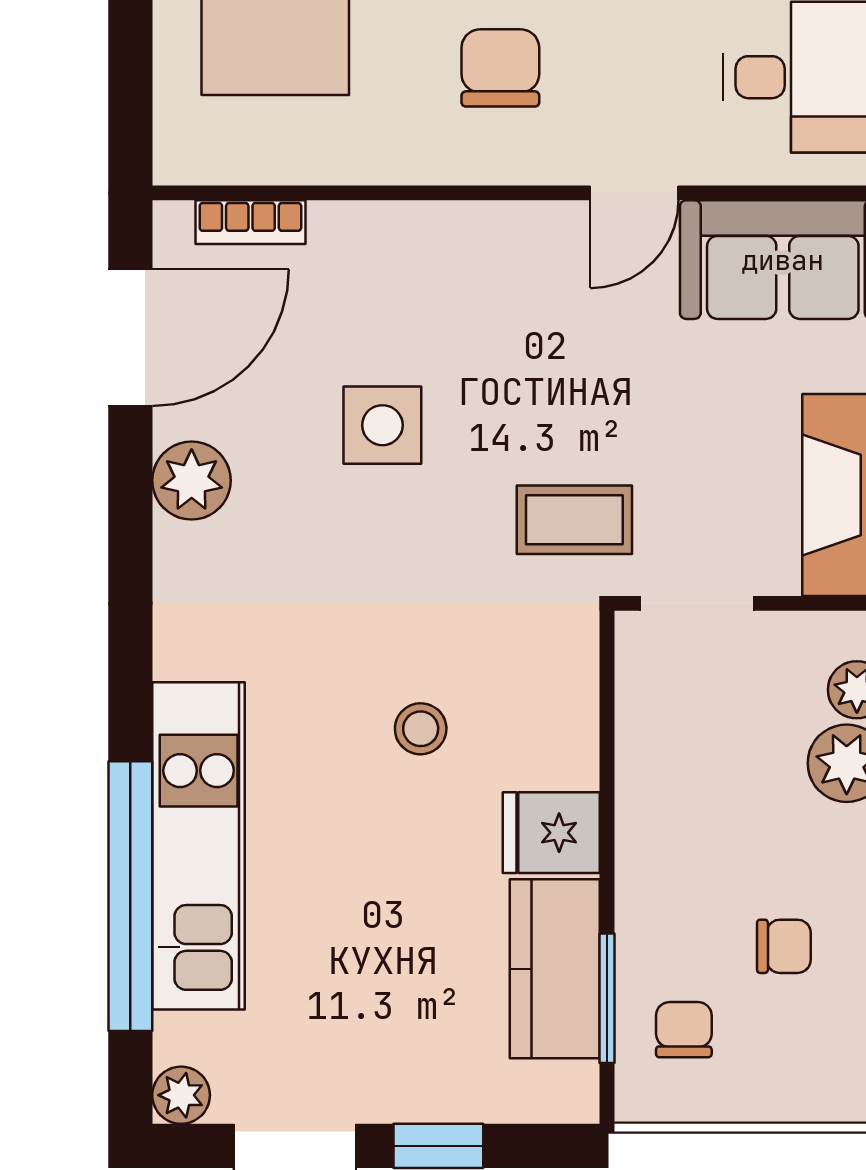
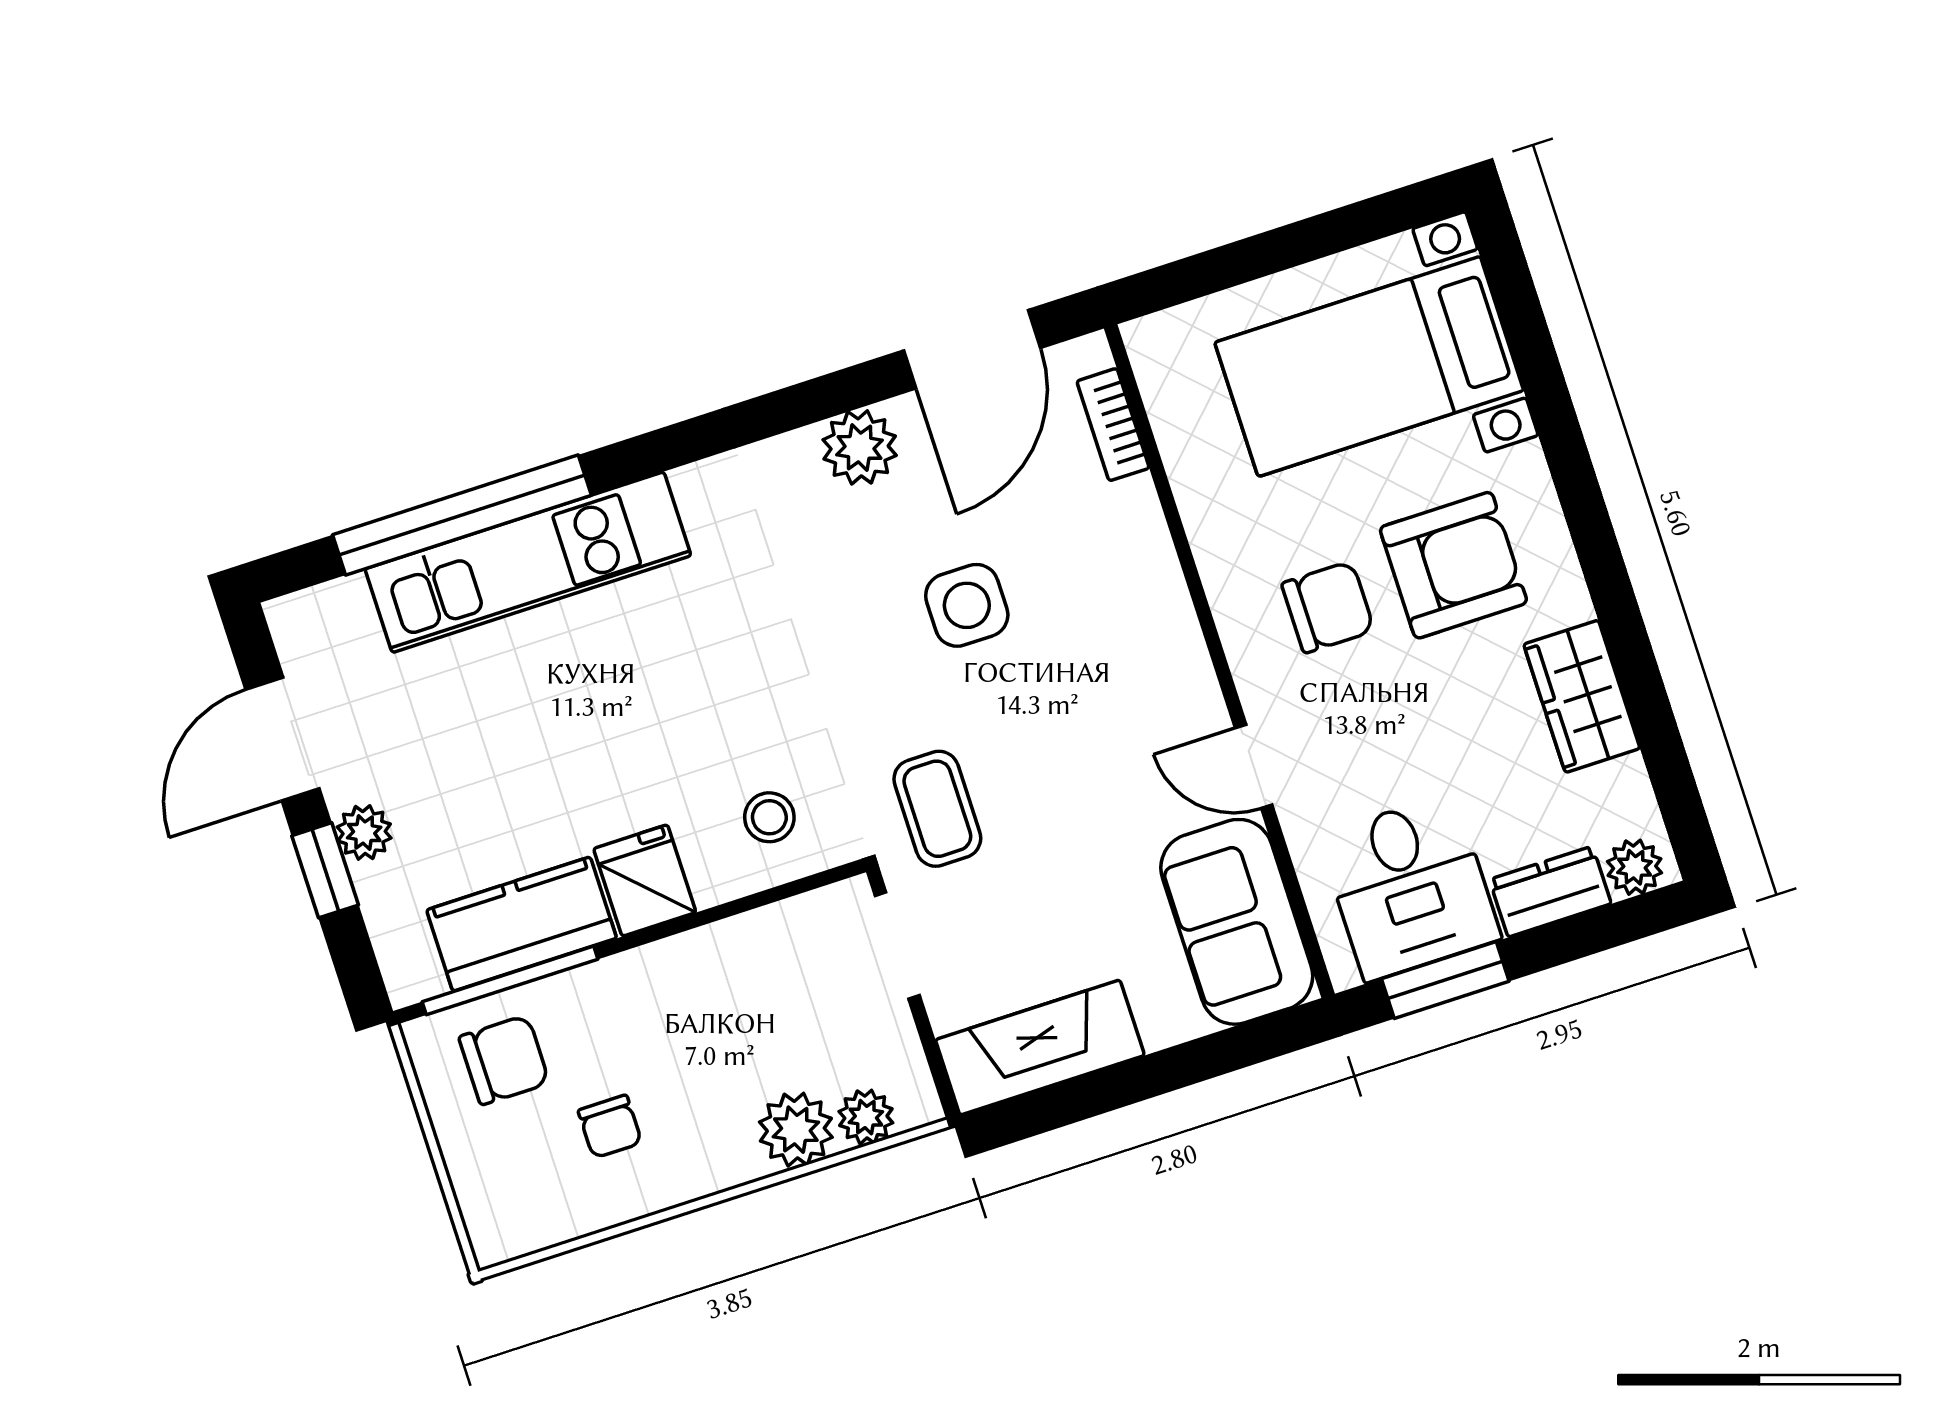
door: (130, 338) -> (972, 349), hinge flipped
stool: (421, 729) -> (769, 817), moved
window: (607, 998) -> (510, 980), width x1.44
chair: (684, 1030) -> (504, 1060), width x1.37, depth x1.37
plant: (181, 1095) -> (364, 833), moved

